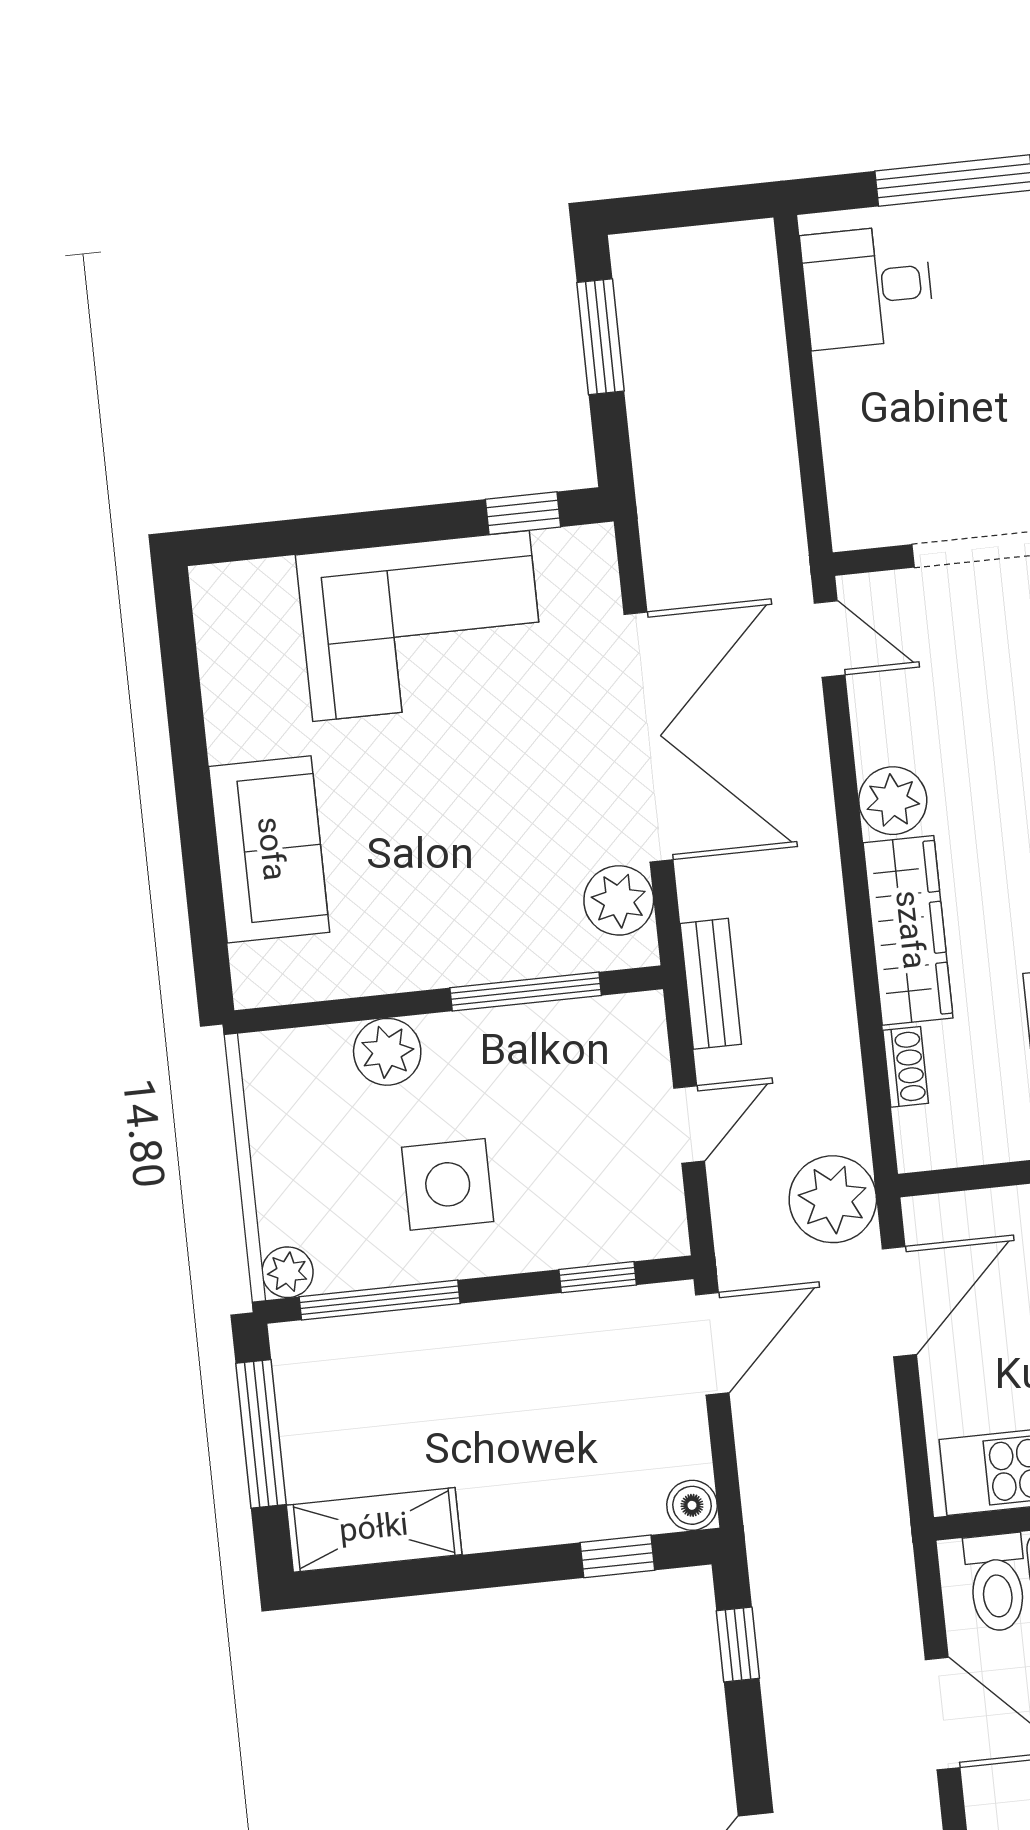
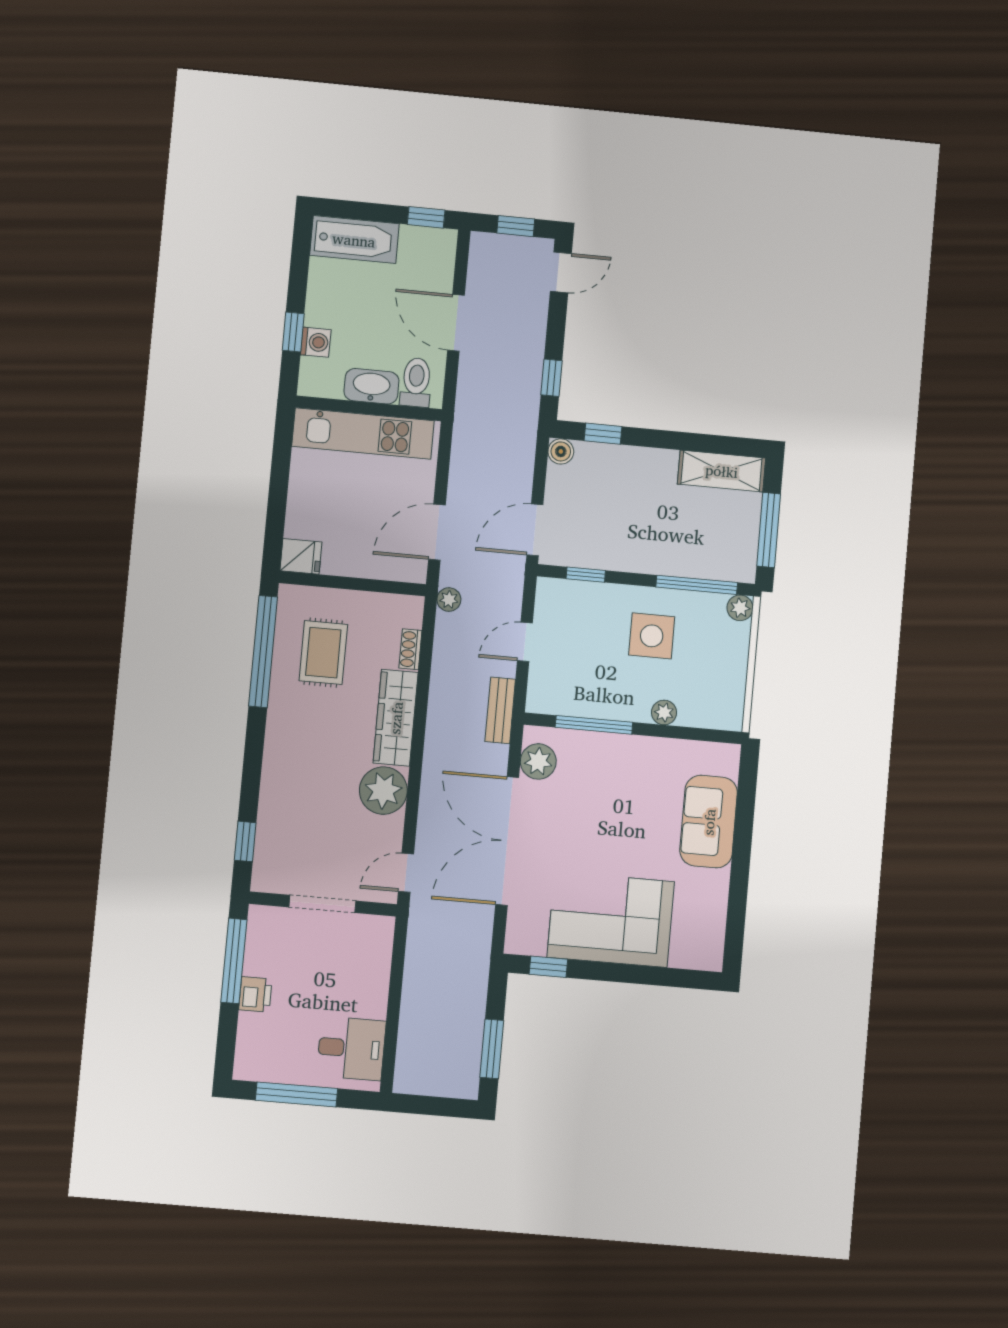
door: (830, 639) -> (406, 873), hinge flipped
plant: (893, 801) -> (383, 791), width x1.36, depth x1.36
plant: (387, 1052) -> (664, 712), width x0.73, depth x0.73
plant: (833, 1199) -> (449, 600), width x0.53, depth x0.53

